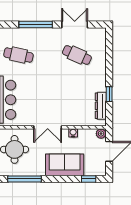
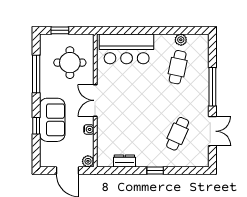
window: (109, 94) -> (155, 171), moved
dresser: (101, 106) -> (124, 161), width x0.70
window: (89, 179) -> (36, 126), moved

